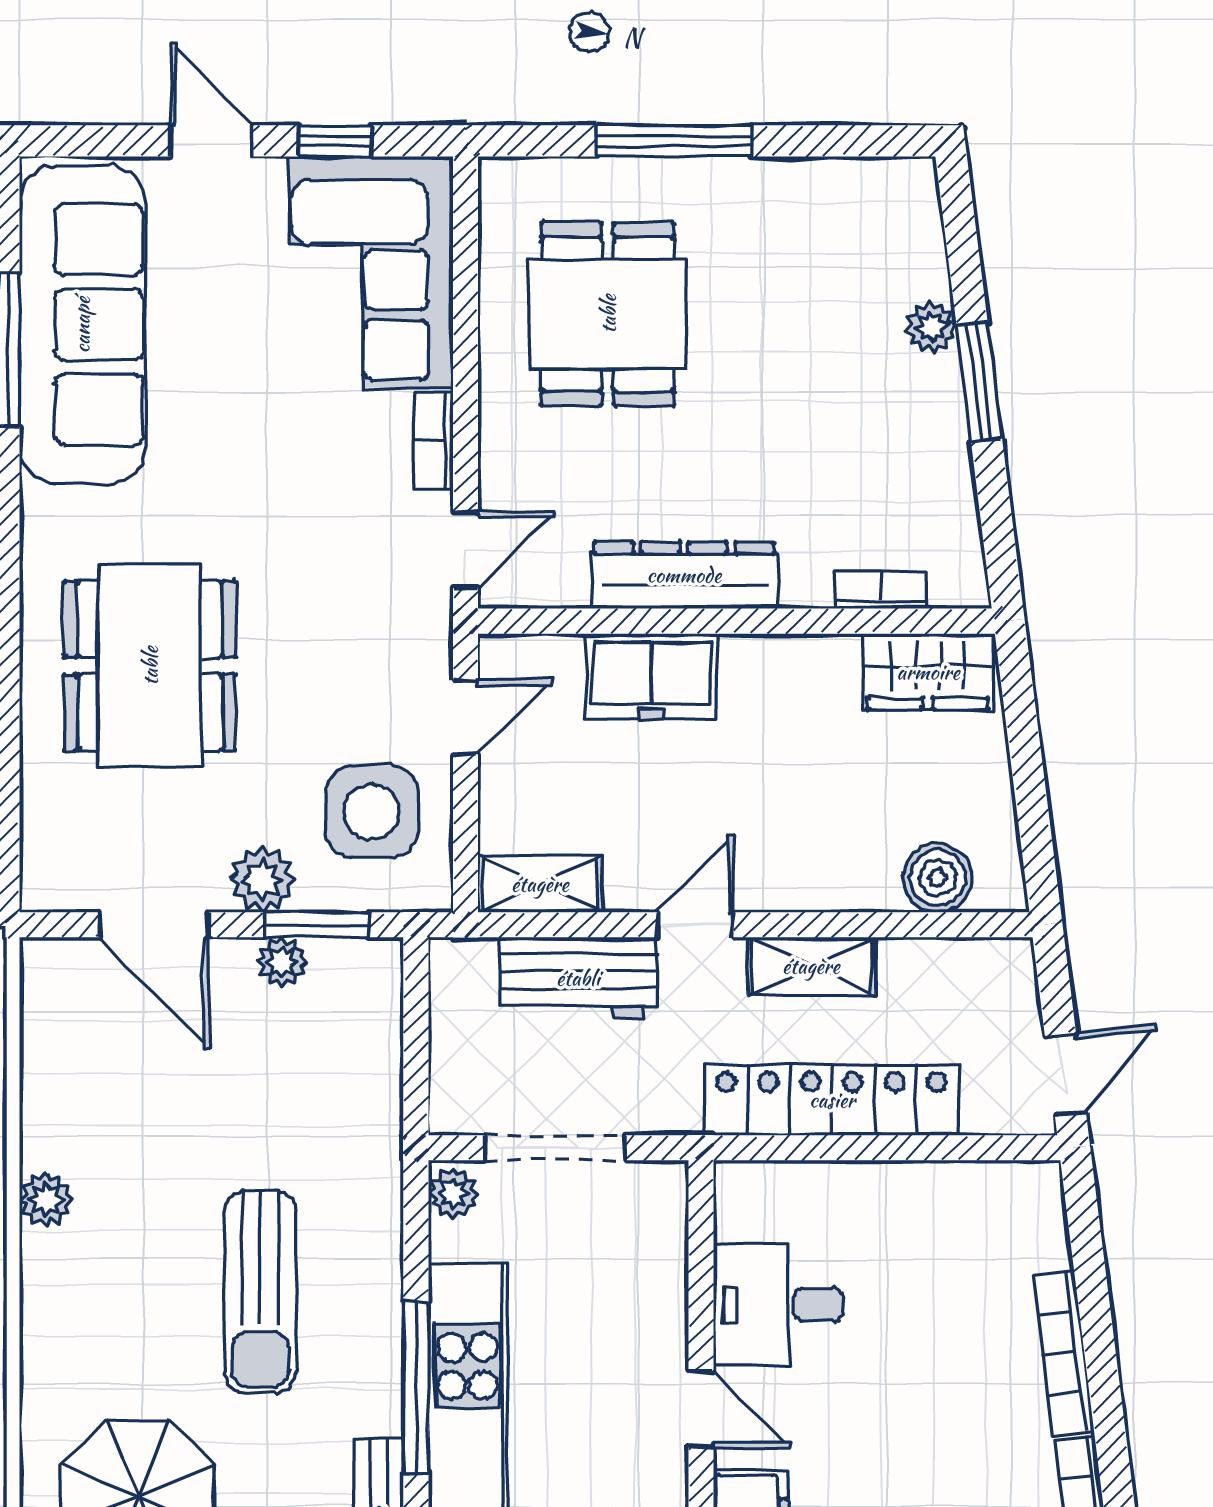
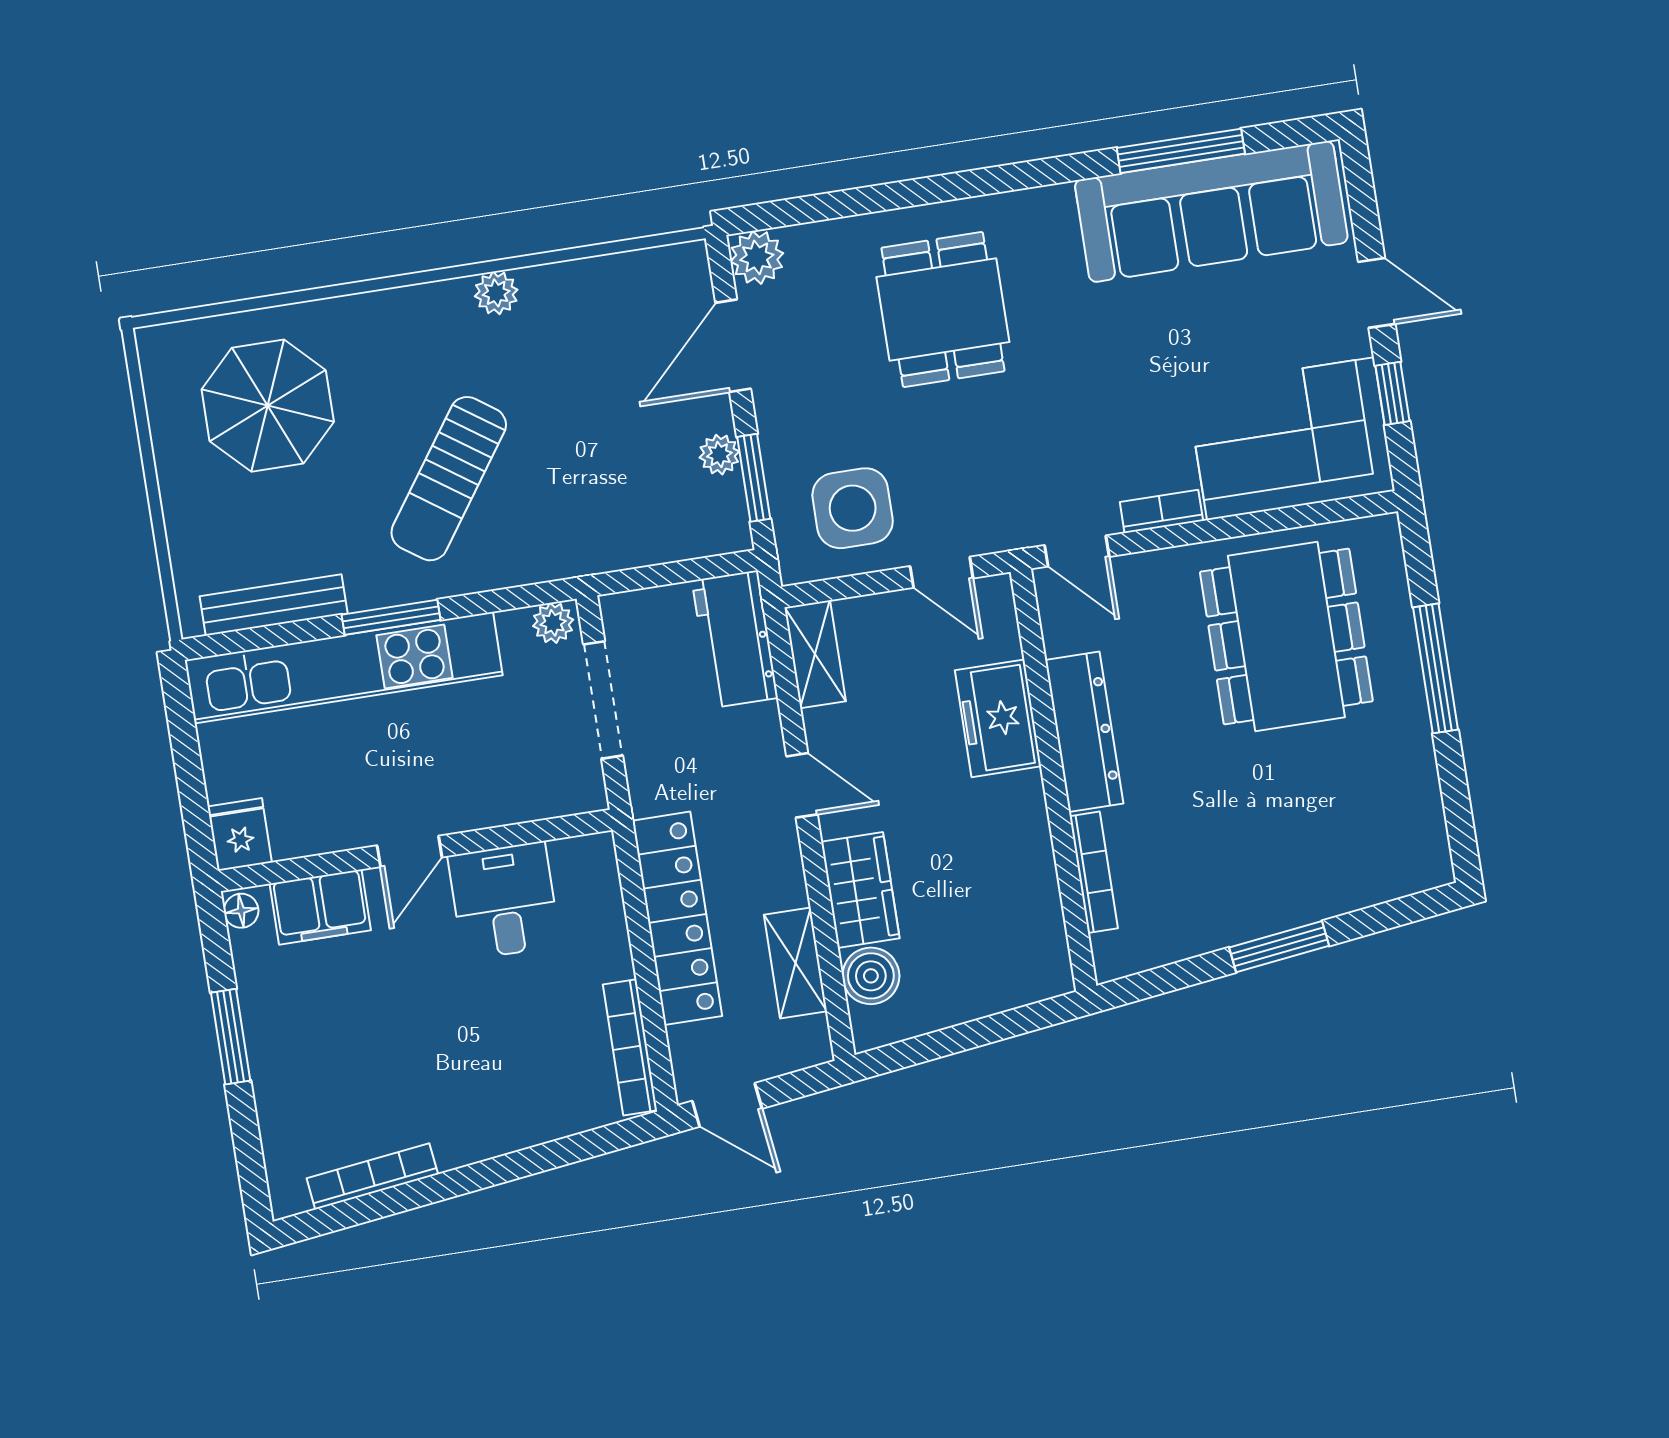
door: (211, 141) -> (1377, 293), hinge flipped
dining table: (608, 314) -> (1286, 636), width x1.38
plant: (932, 327) -> (1317, 901), removed
bookcase: (881, 590) -> (1094, 872), width x1.56
dining table: (150, 666) -> (943, 309), width x0.73
wardrobe: (928, 672) -> (860, 890), moved, turned 180
plant: (262, 880) -> (757, 257), moved
shelving: (811, 966) -> (795, 963), moved
workbench: (578, 978) -> (735, 639), moved
sun lounger: (260, 1292) -> (449, 479), turned -55
bookcase: (1064, 1353) -> (630, 1047), moved, turned -83
window: (416, 1387) -> (391, 617), width x0.69

